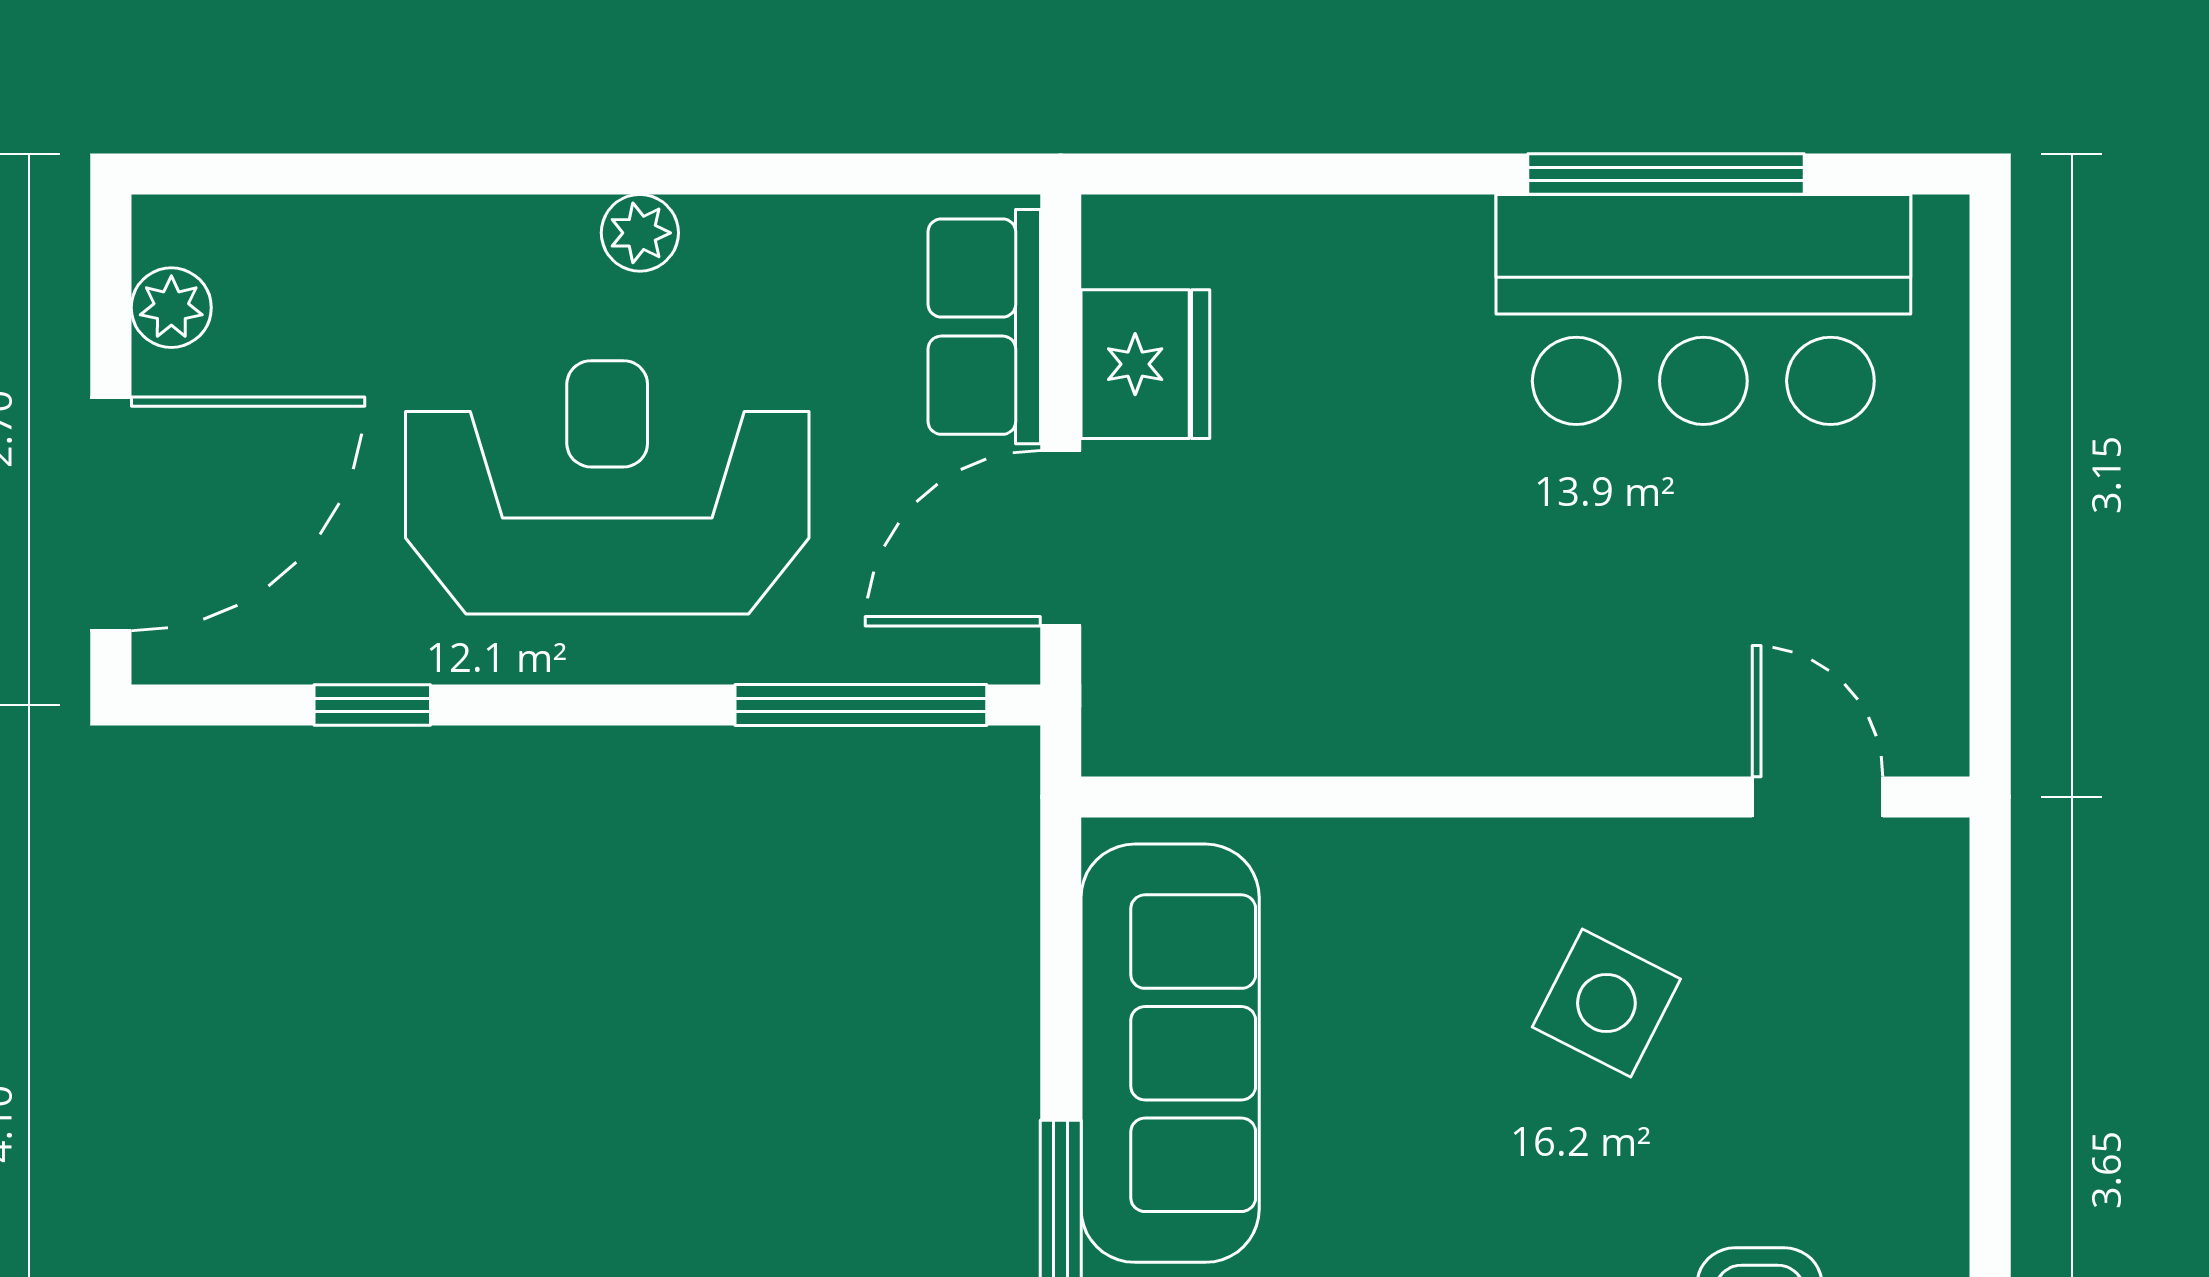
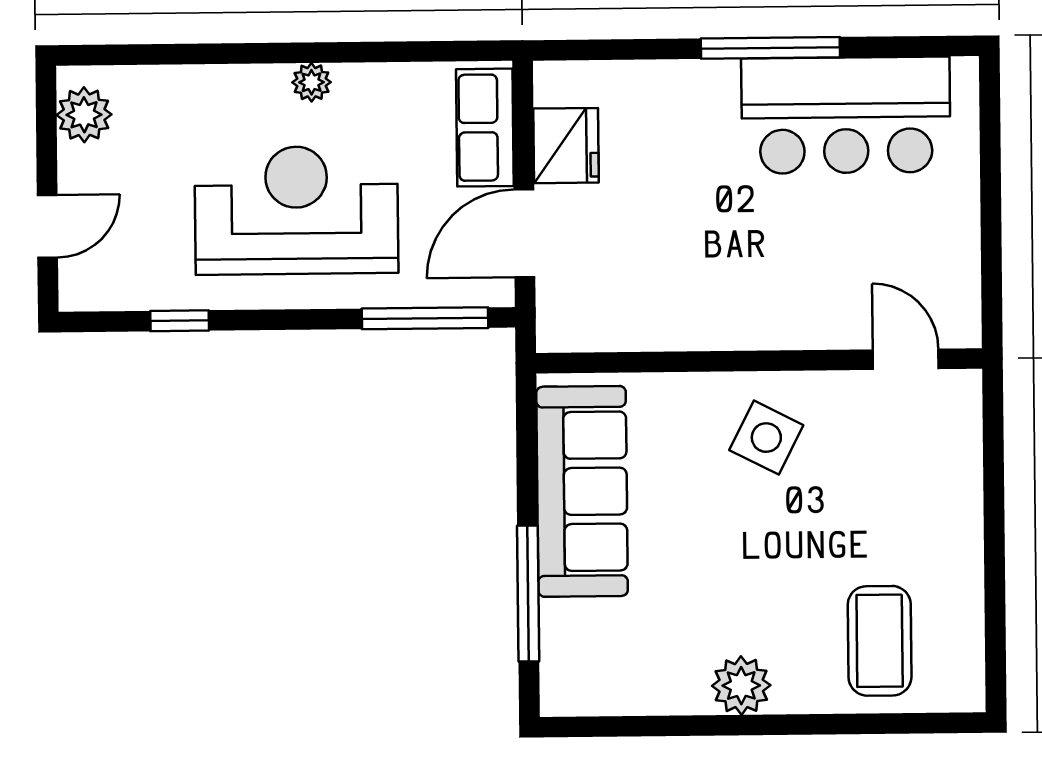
window: (1666, 174) -> (770, 48), moved
plant: (171, 308) -> (84, 115), width x1.38, depth x1.38
door: (111, 514) -> (47, 226), width x0.53
side table: (1606, 1003) -> (766, 438), moved

